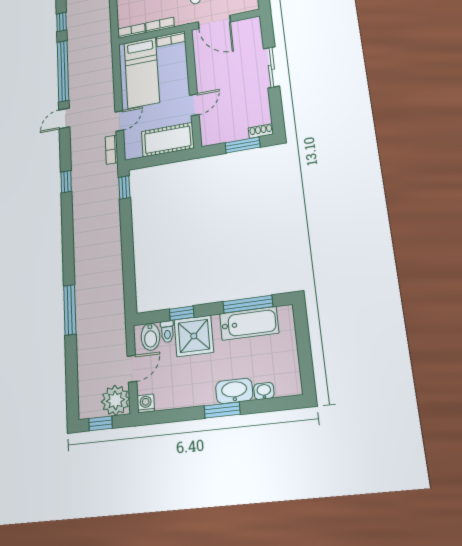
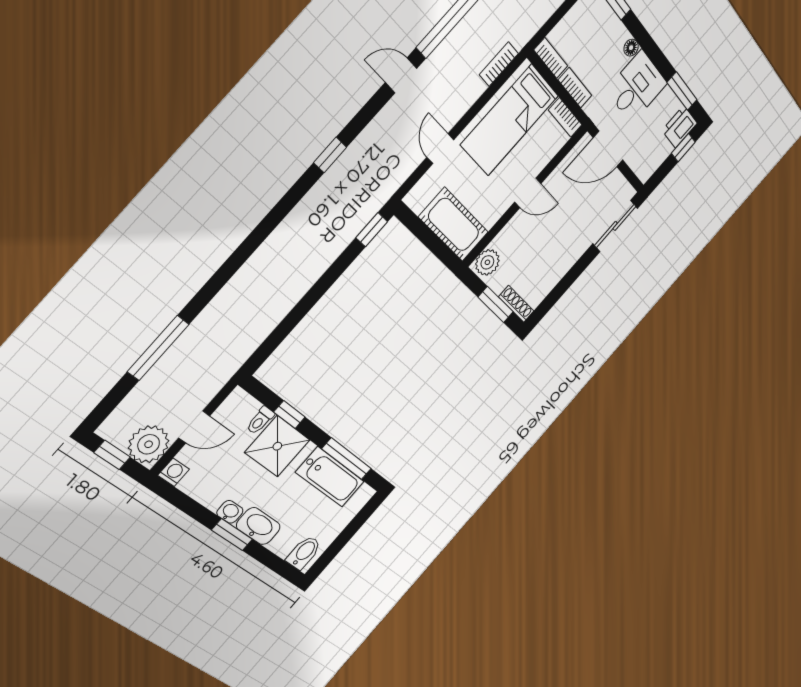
door: (214, 22) -> (608, 149), hinge flipped
sliding door: (271, 67) -> (615, 226), moved
door: (194, 105) -> (528, 193), moved
door: (119, 121) -> (440, 149), swing flipped
shoe rack: (261, 131) -> (516, 304), width x1.43
plant: (210, 134) -> (487, 262), added
bookcase: (112, 150) -> (499, 64), moved
window: (70, 310) -> (158, 348), moved
bidet: (150, 337) -> (304, 553), moved, turned 180
washbasin: (264, 391) -> (230, 512), moved

